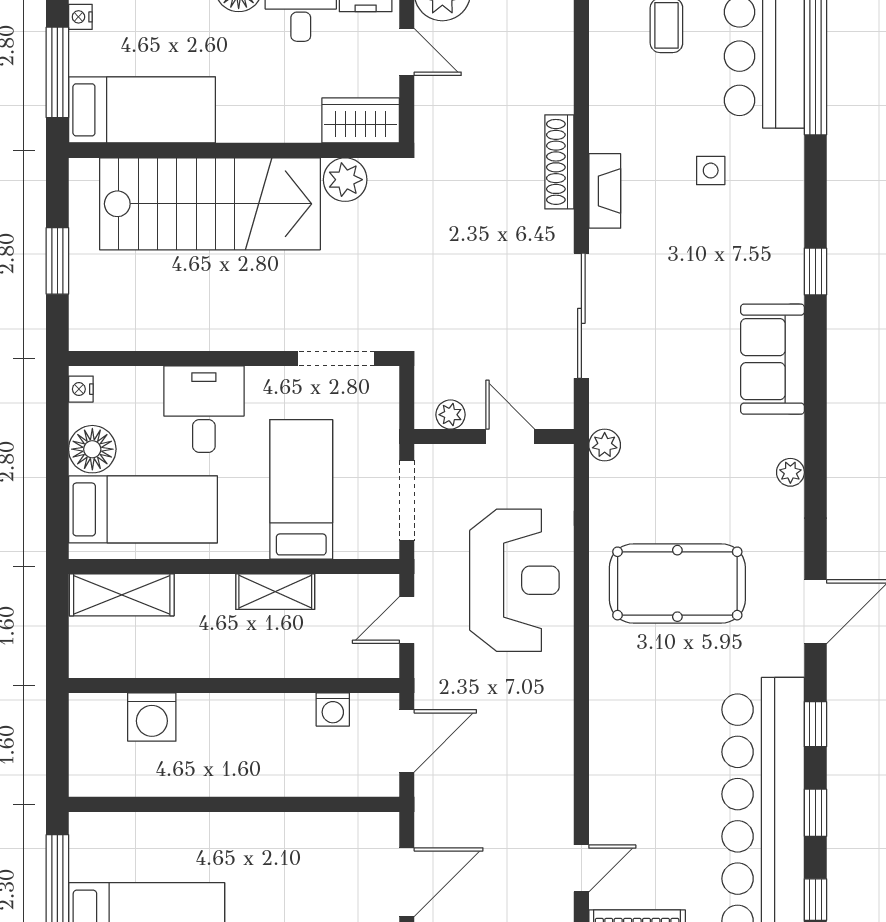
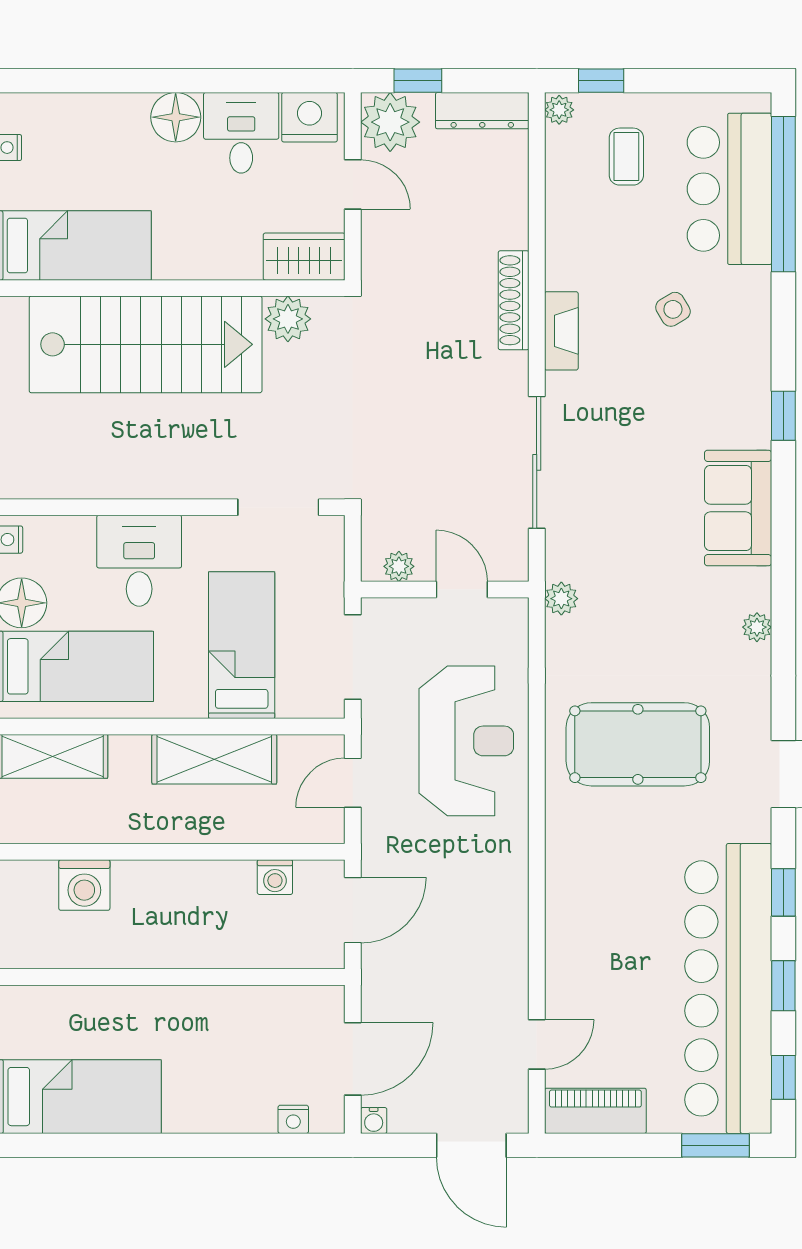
side table: (711, 171) -> (673, 309), turned -31
shelving: (275, 592) -> (214, 759), width x1.50, depth x1.33

